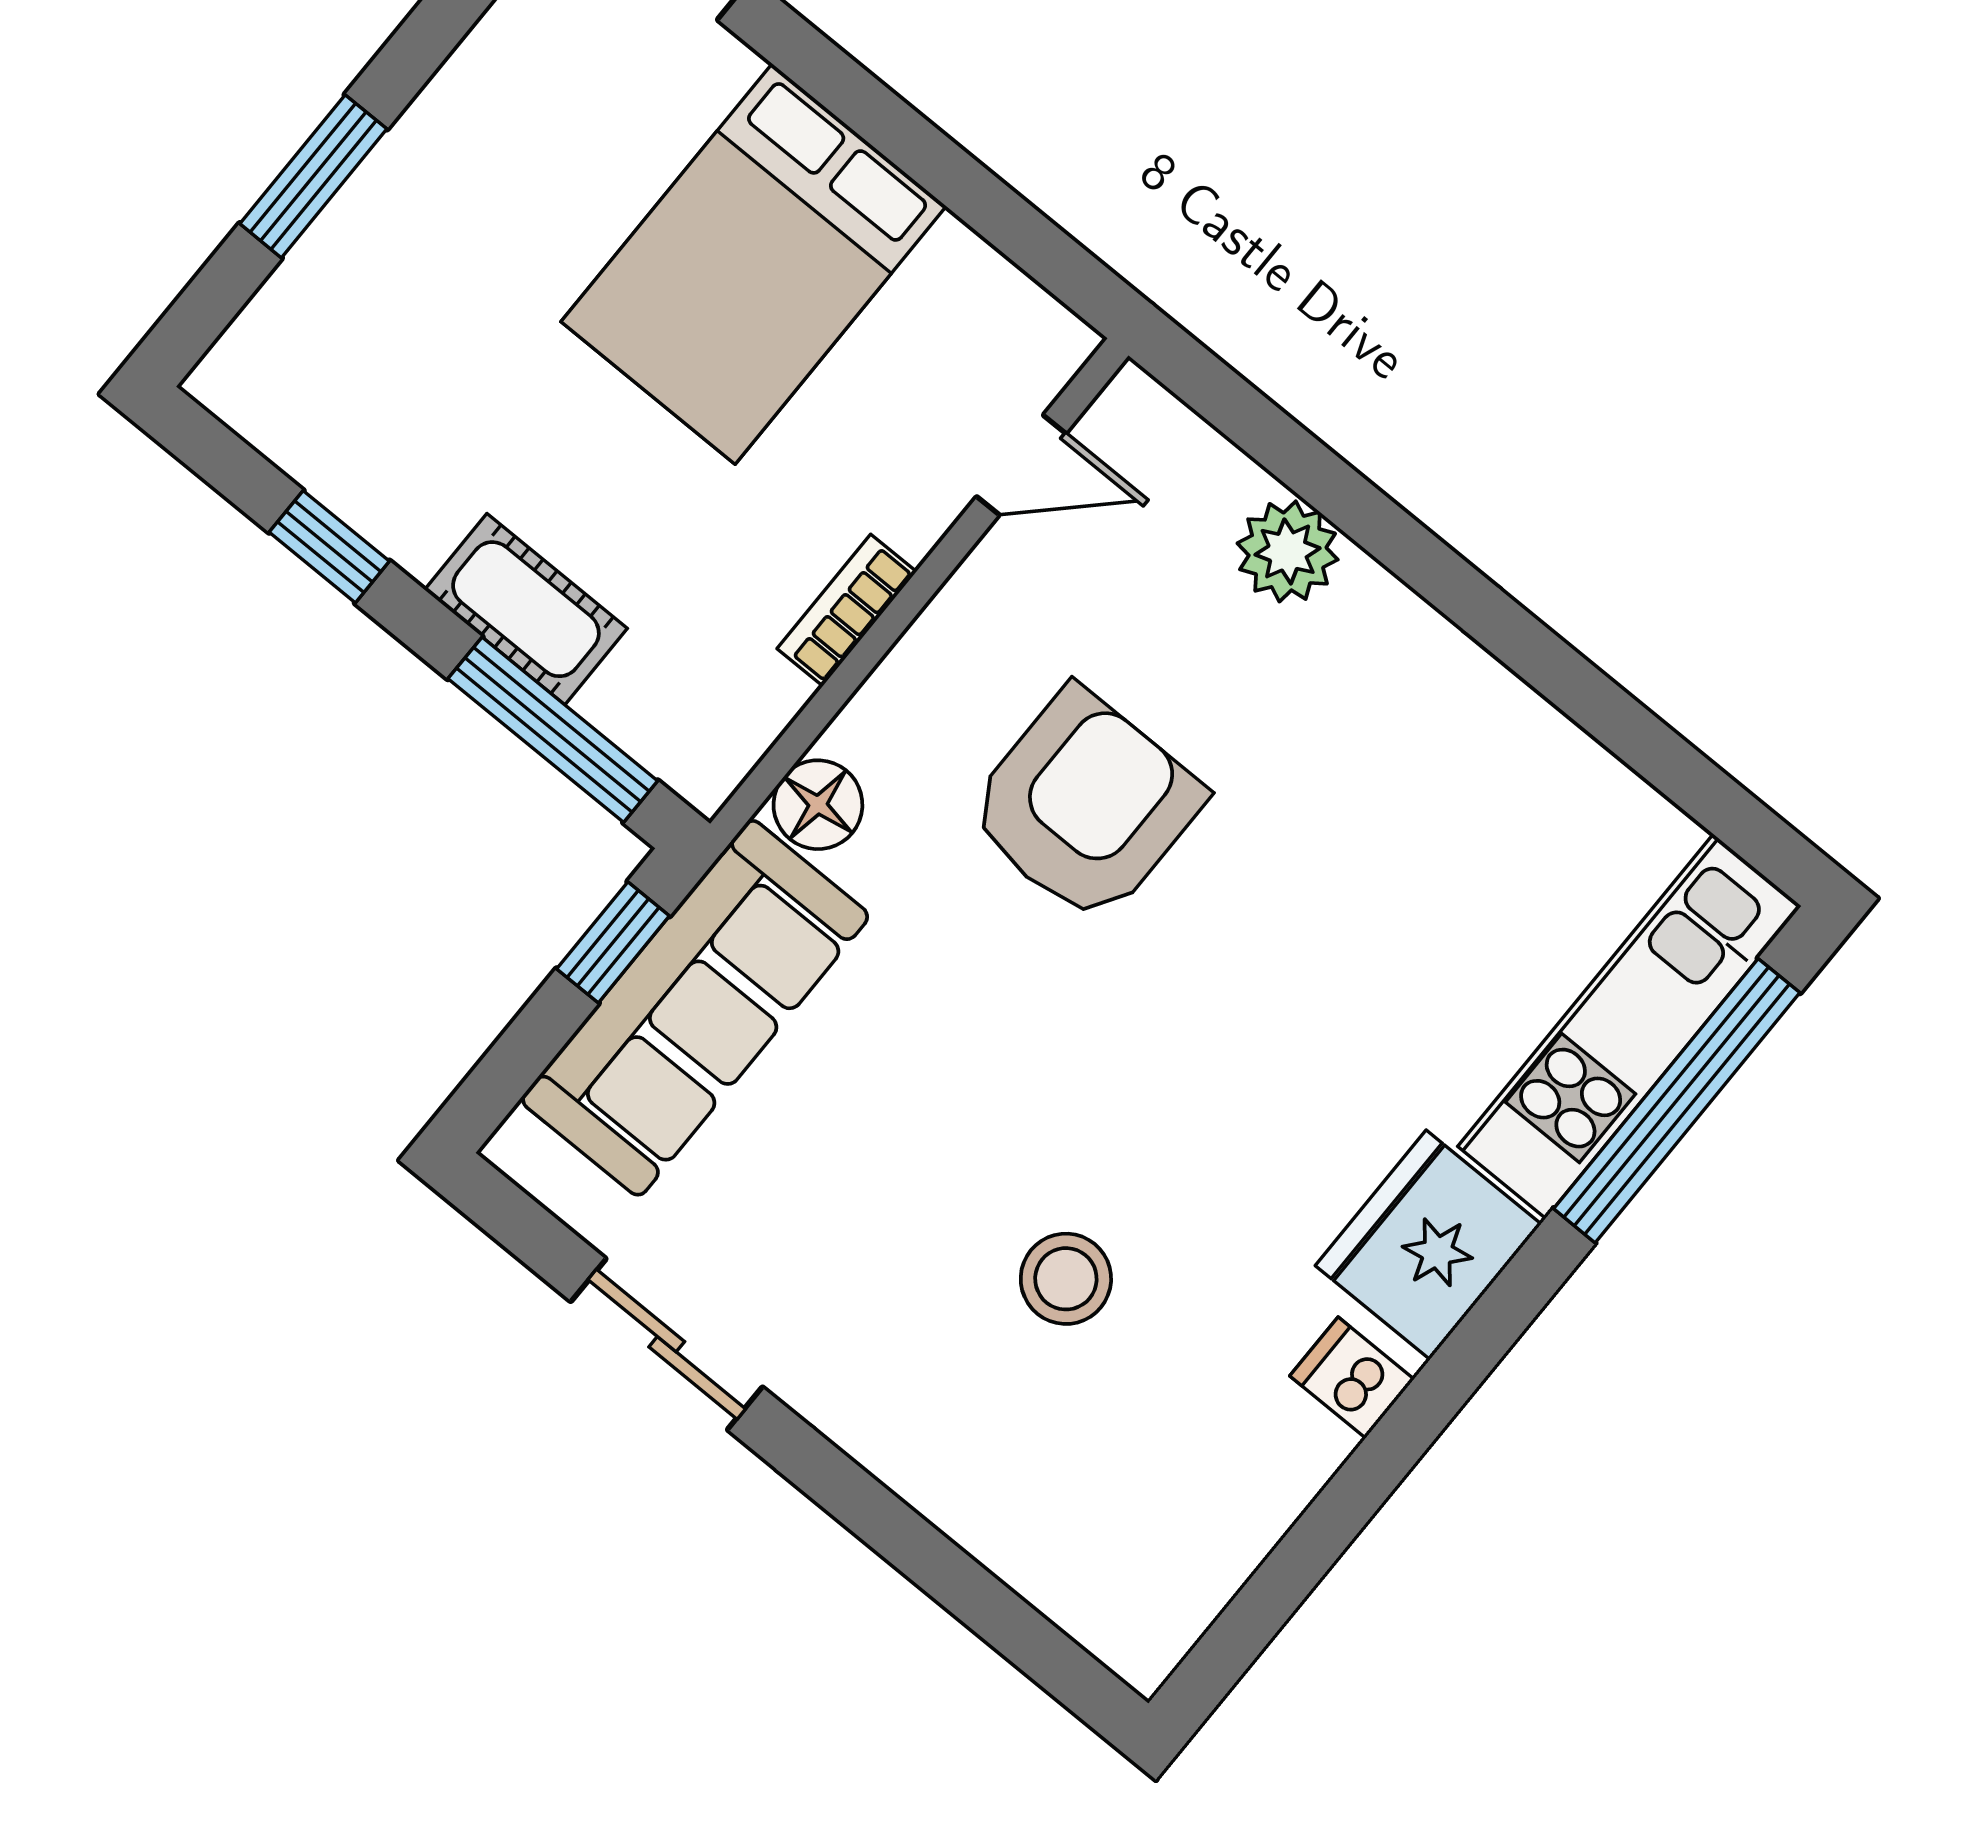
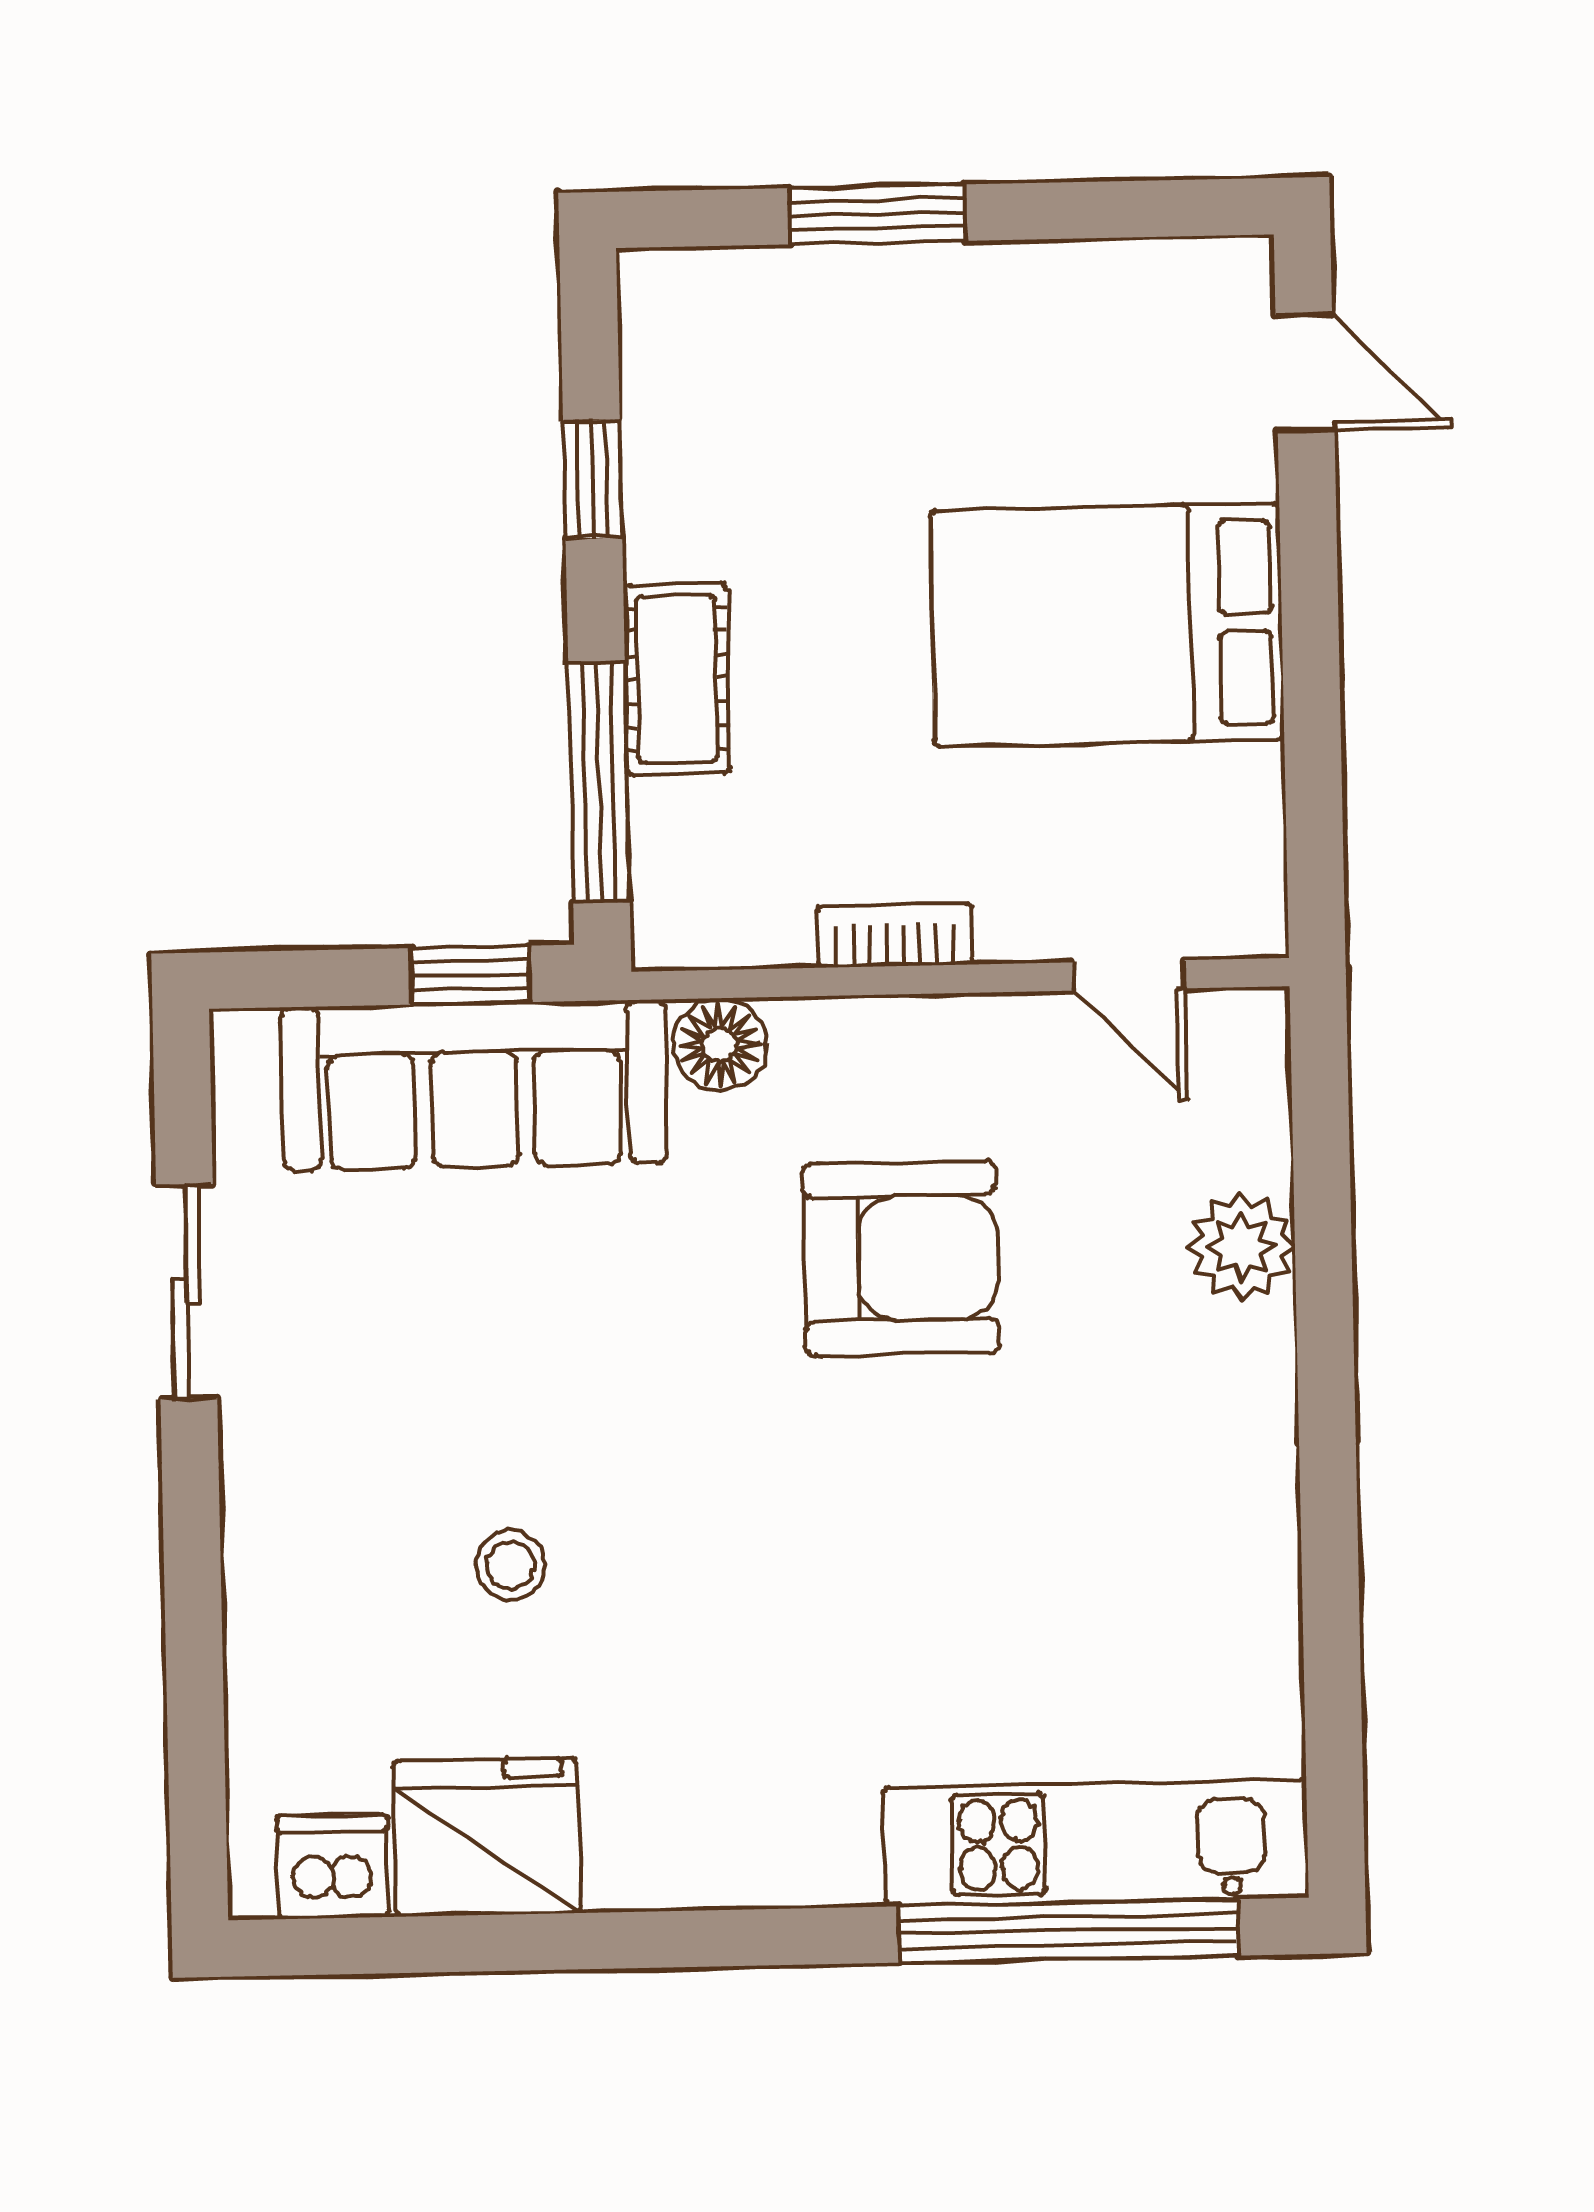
fridge: (1428, 1245) -> (487, 1837), moved
stool: (1066, 1279) -> (511, 1565), width x0.73, depth x0.73
dishwasher: (1352, 1378) -> (333, 1867), moved, width x1.38

